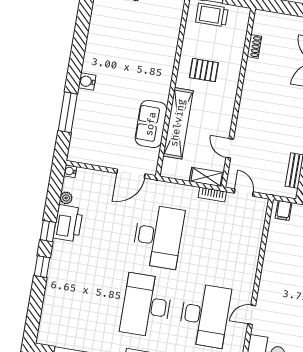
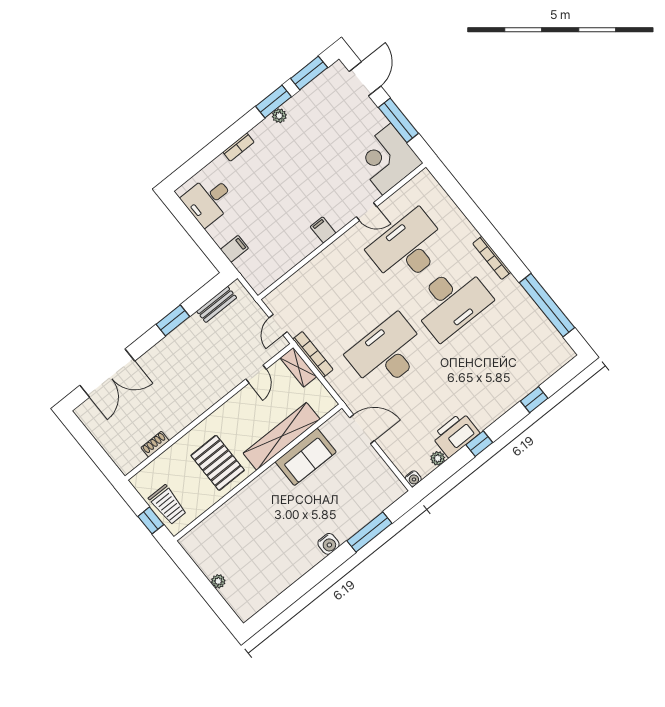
pallet: (204, 70) -> (218, 463), width x1.50, depth x1.42
bookcase: (212, 195) -> (313, 354), width x1.56
filing cabinet: (284, 210) -> (323, 230), moved, turned -90
window: (42, 267) -> (534, 400), moved

